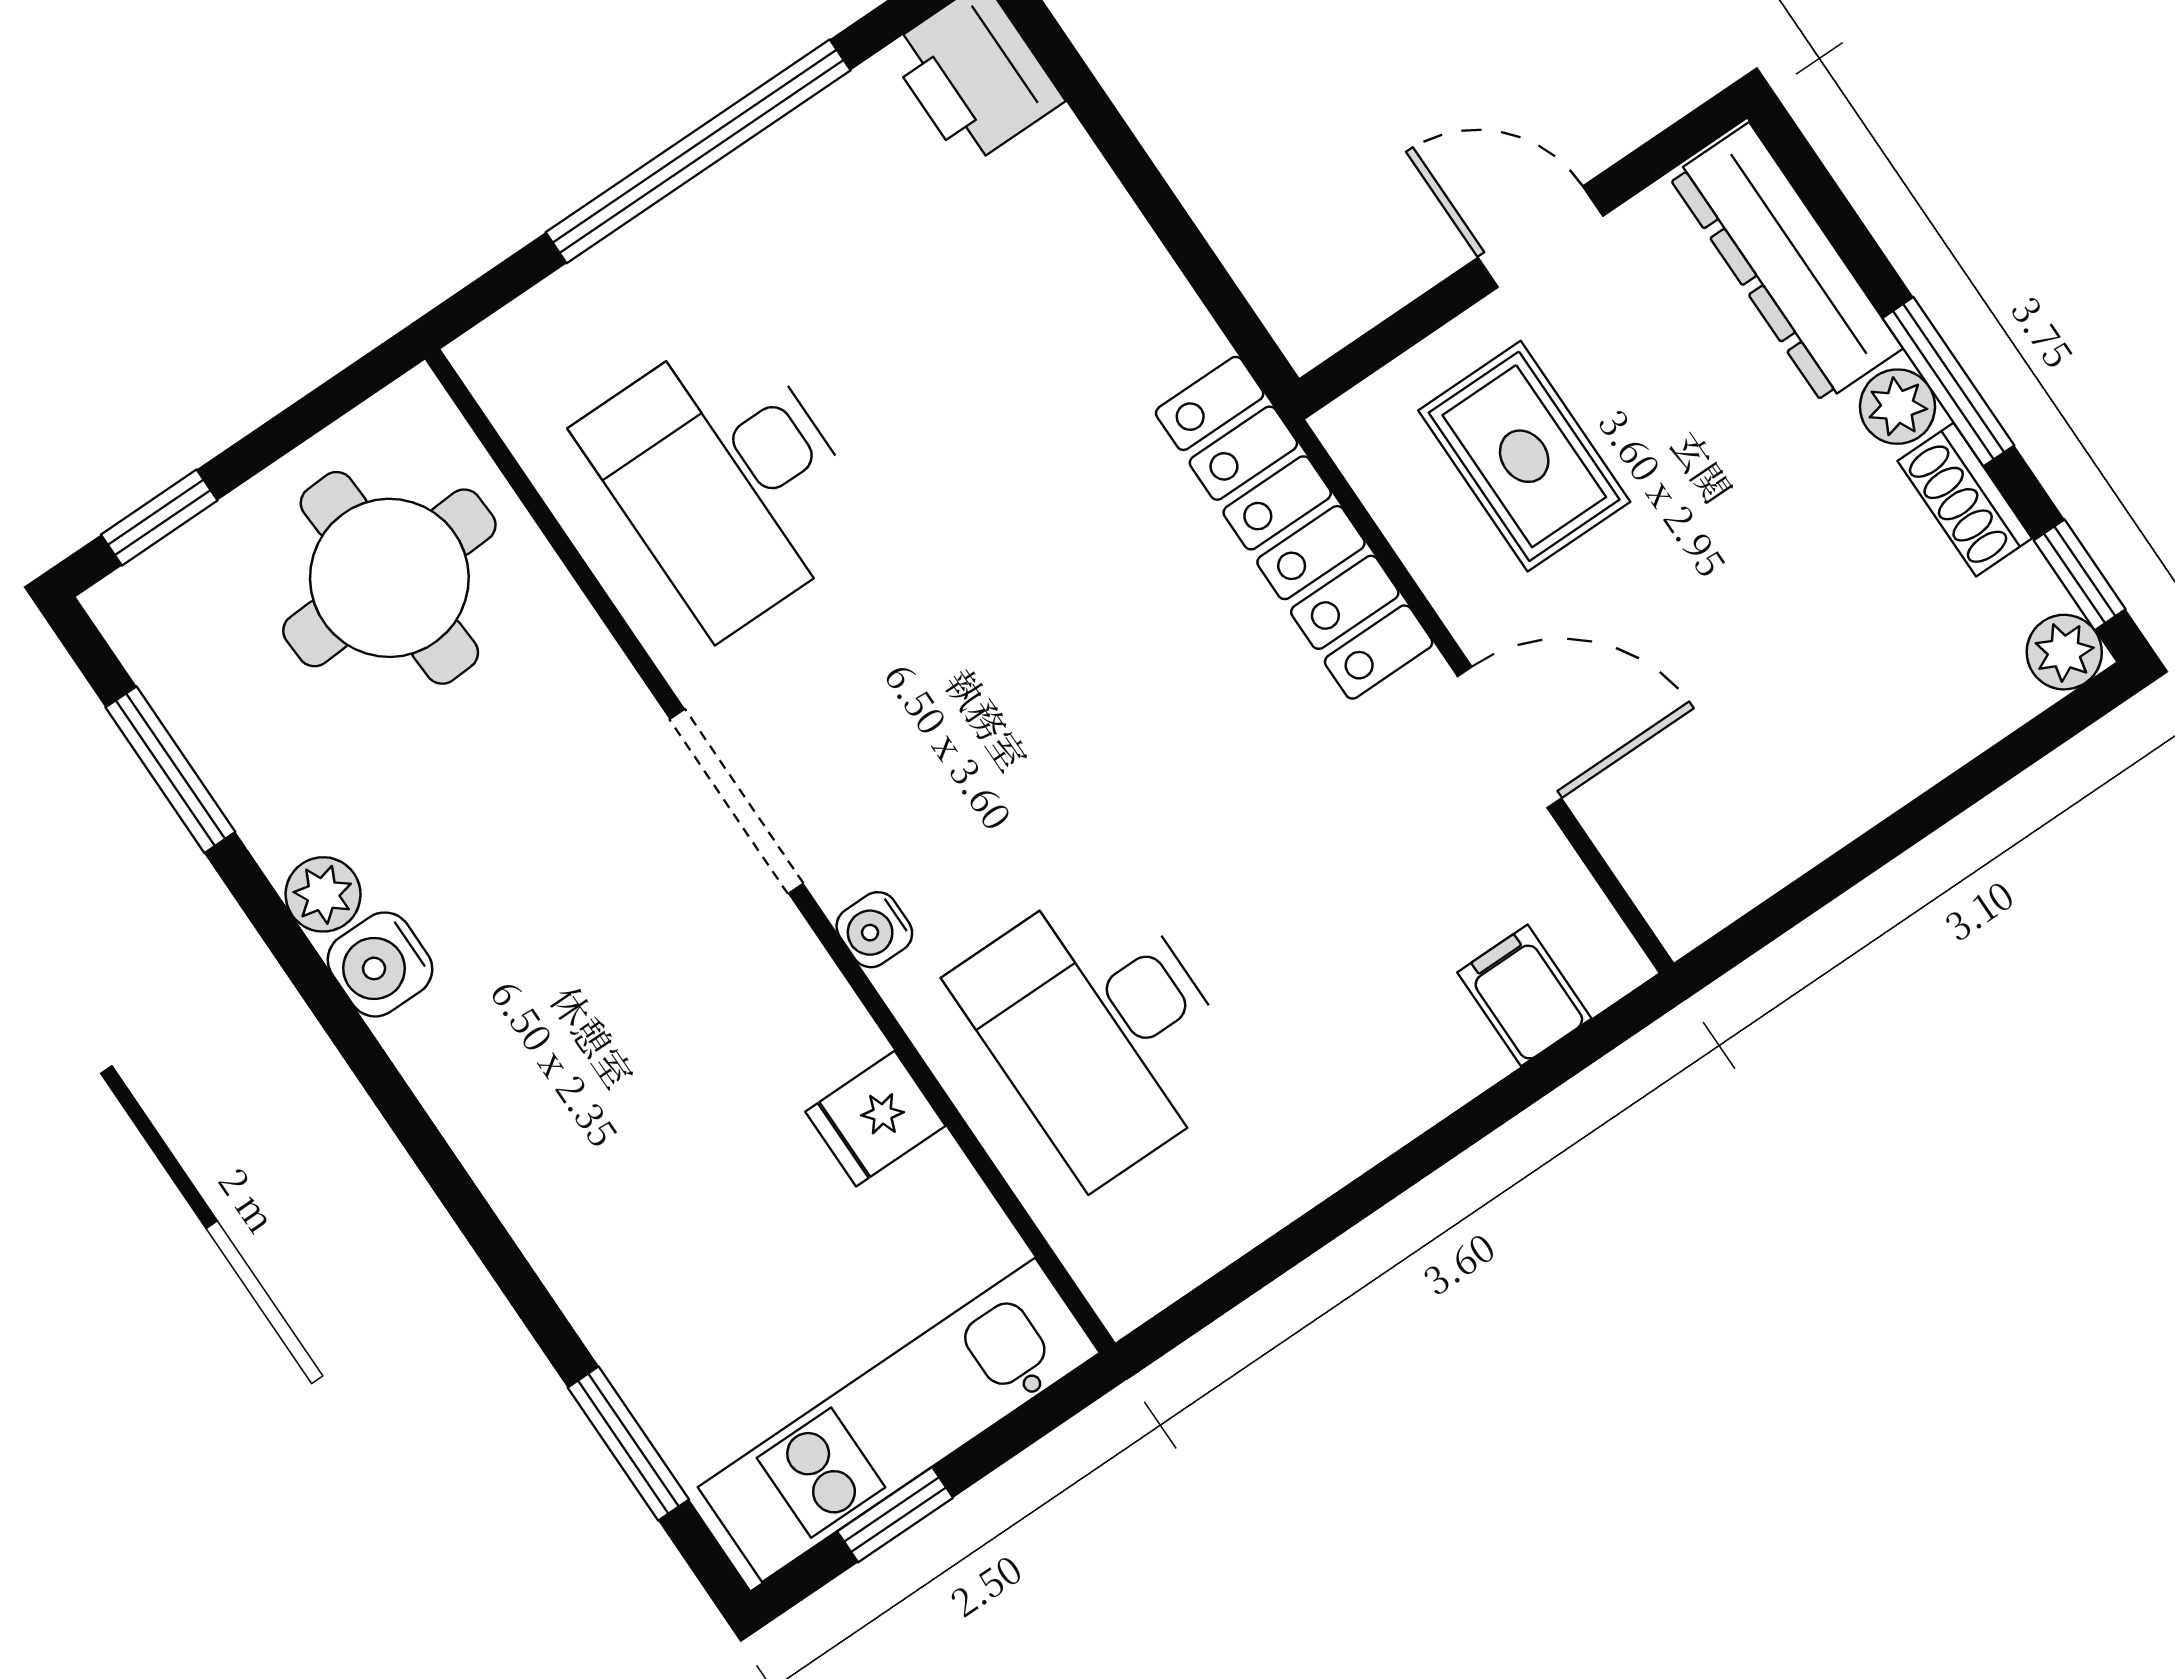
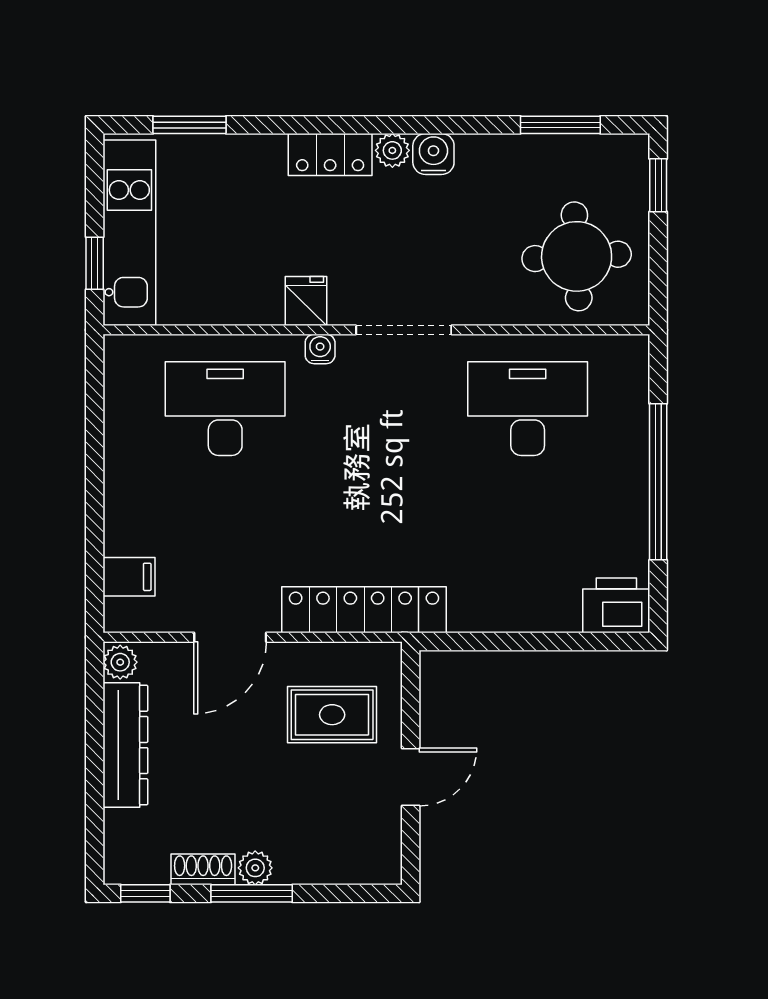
dresser: (1786, 263) -> (125, 745), moved, turned 90
plant: (2064, 652) -> (120, 662), moved
plant: (323, 894) -> (392, 150), moved
fridge: (875, 1119) -> (306, 301), moved
locker: (509, 1152) -> (330, 155), added
window: (895, 1515) -> (95, 263), moved

